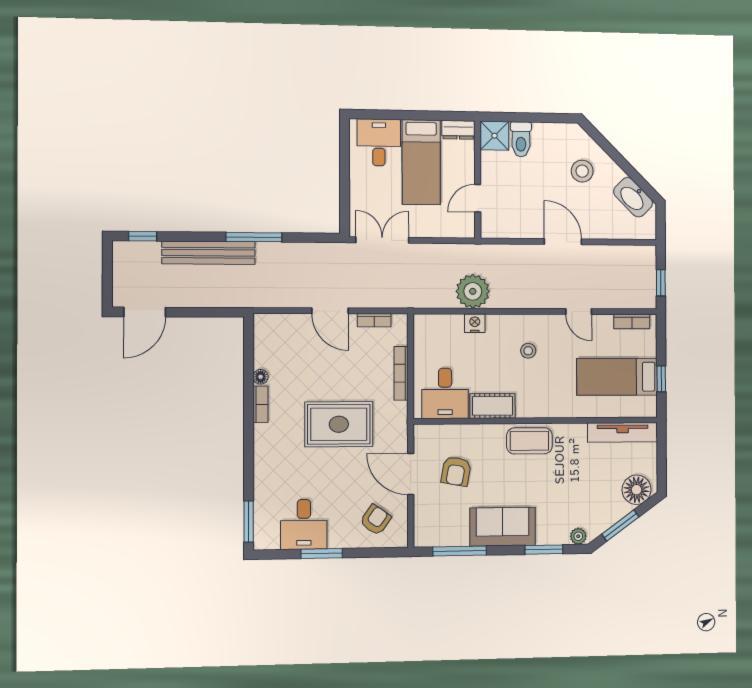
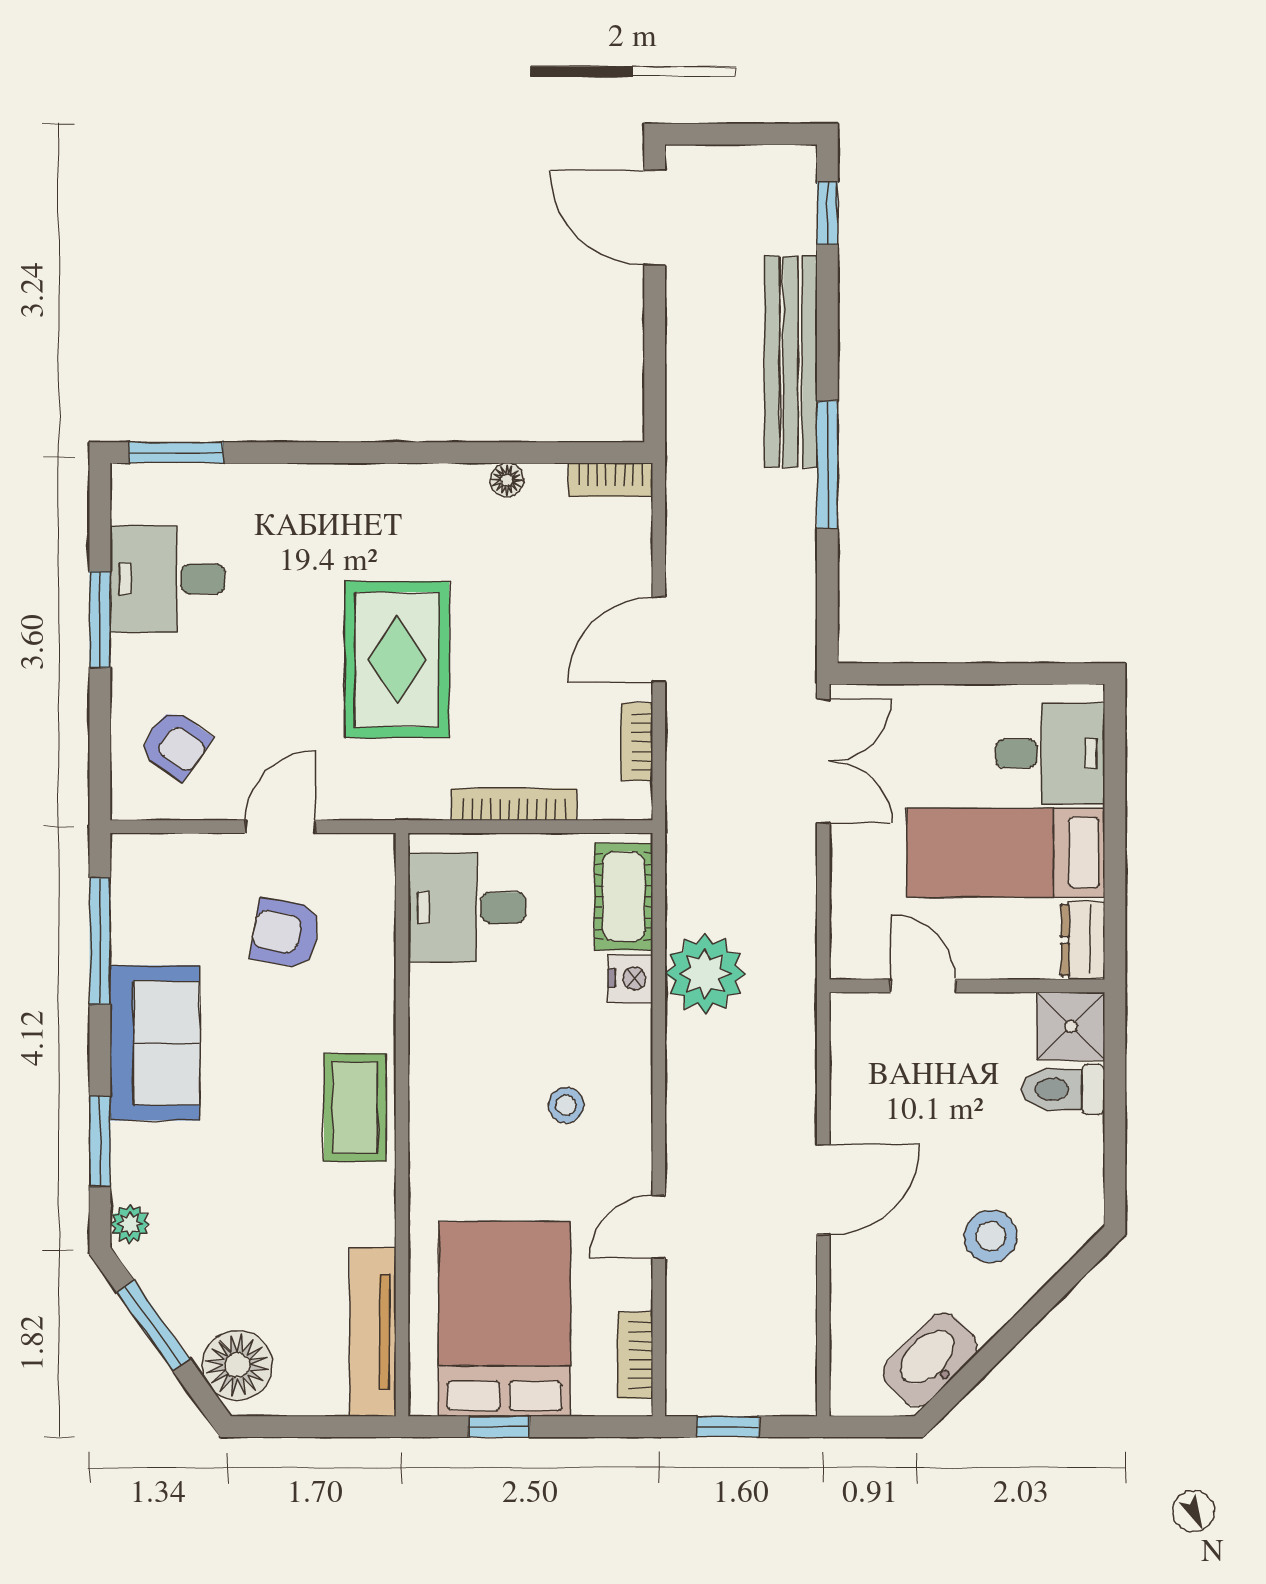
bed: (617, 377) -> (505, 1319), width x1.50
bookcase: (261, 404) -> (611, 480), moved
cot: (493, 406) -> (624, 897), moved
door: (411, 474) -> (280, 827), width x0.73

